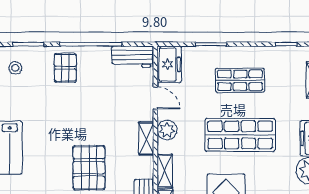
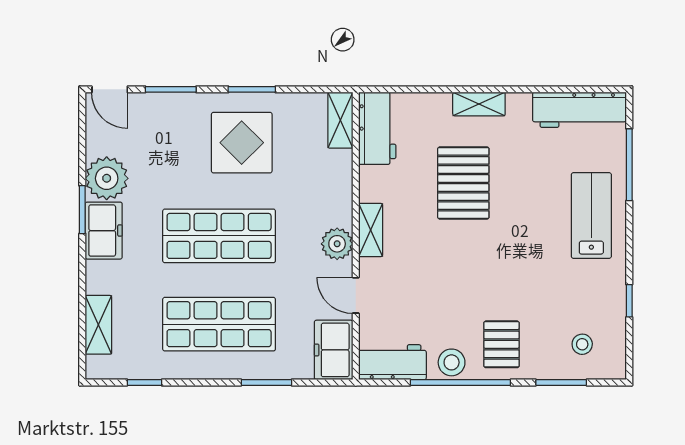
stool: (96, 57) -> (452, 362), added
shop shelf: (240, 80) -> (219, 324), width x1.43, depth x1.36
shelving: (165, 171) -> (341, 178), removed

